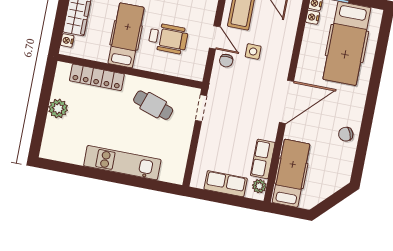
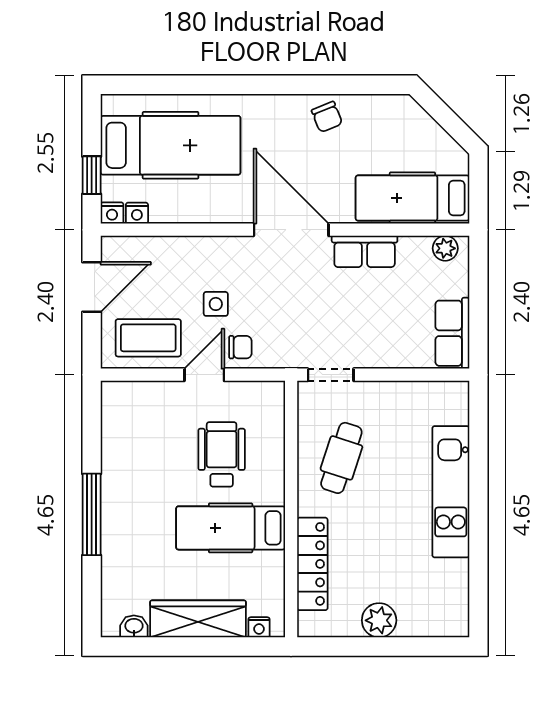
row of seats: (263, 159) -> (365, 251), moved
row of seats: (226, 184) -> (452, 333), moved

